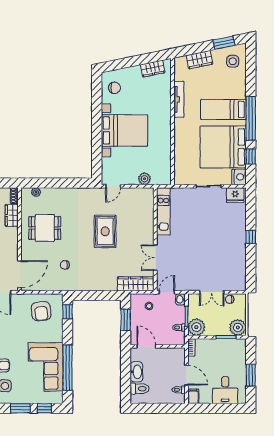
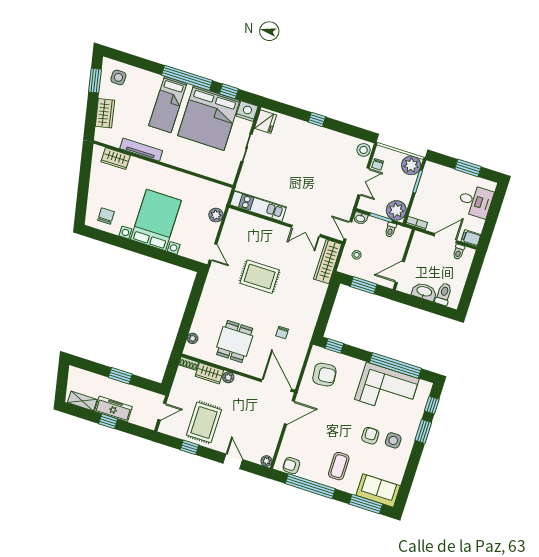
wardrobe: (153, 69) -> (116, 159), moved, turned 102
plant: (13, 232) -> (228, 377), added
stool: (238, 284) -> (364, 150), added

